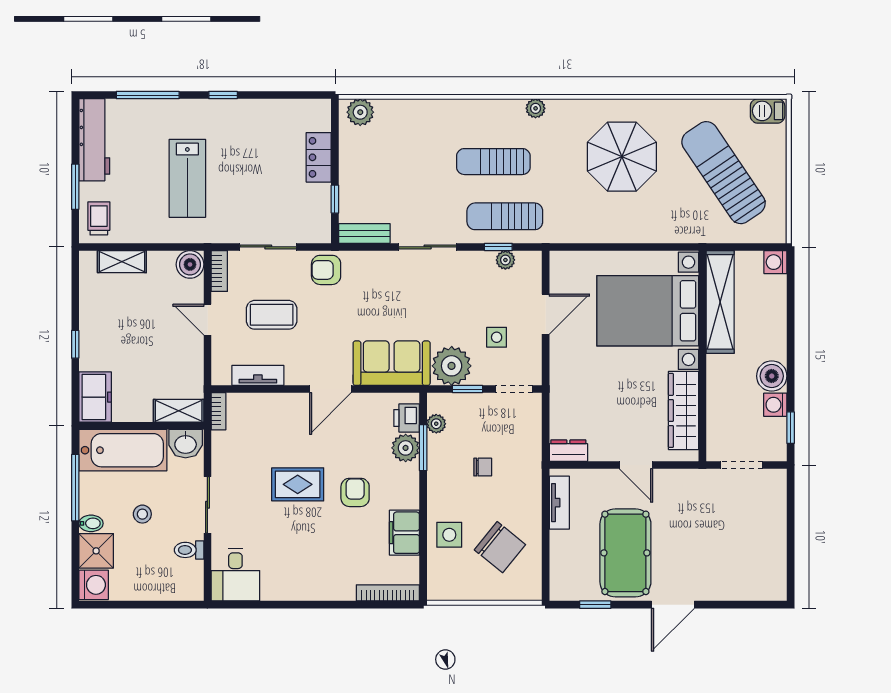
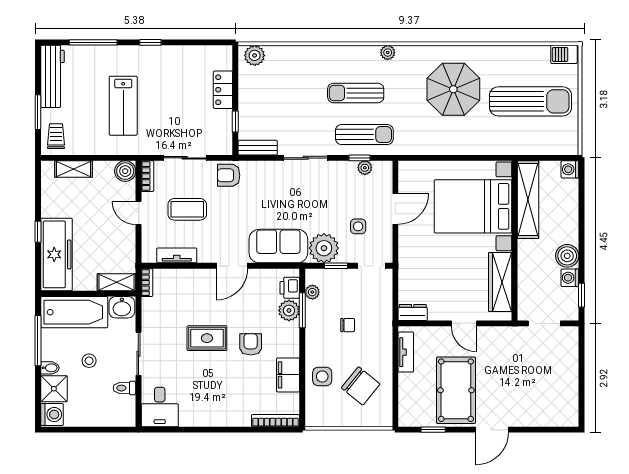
sun lounger: (724, 173) -> (531, 101), turned 124
sun lounger: (505, 216) -> (364, 135), turned 180
freezer: (95, 397) -> (56, 254), width x1.91, depth x1.26

